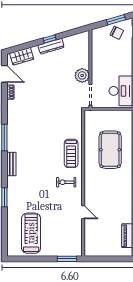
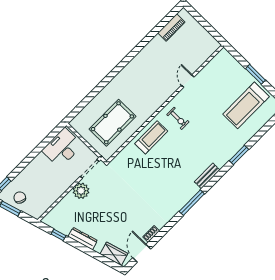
window: (50, 39) -> (59, 235), moved
pool table: (110, 150) -> (112, 123), moved
window: (67, 259) -> (256, 74), moved

